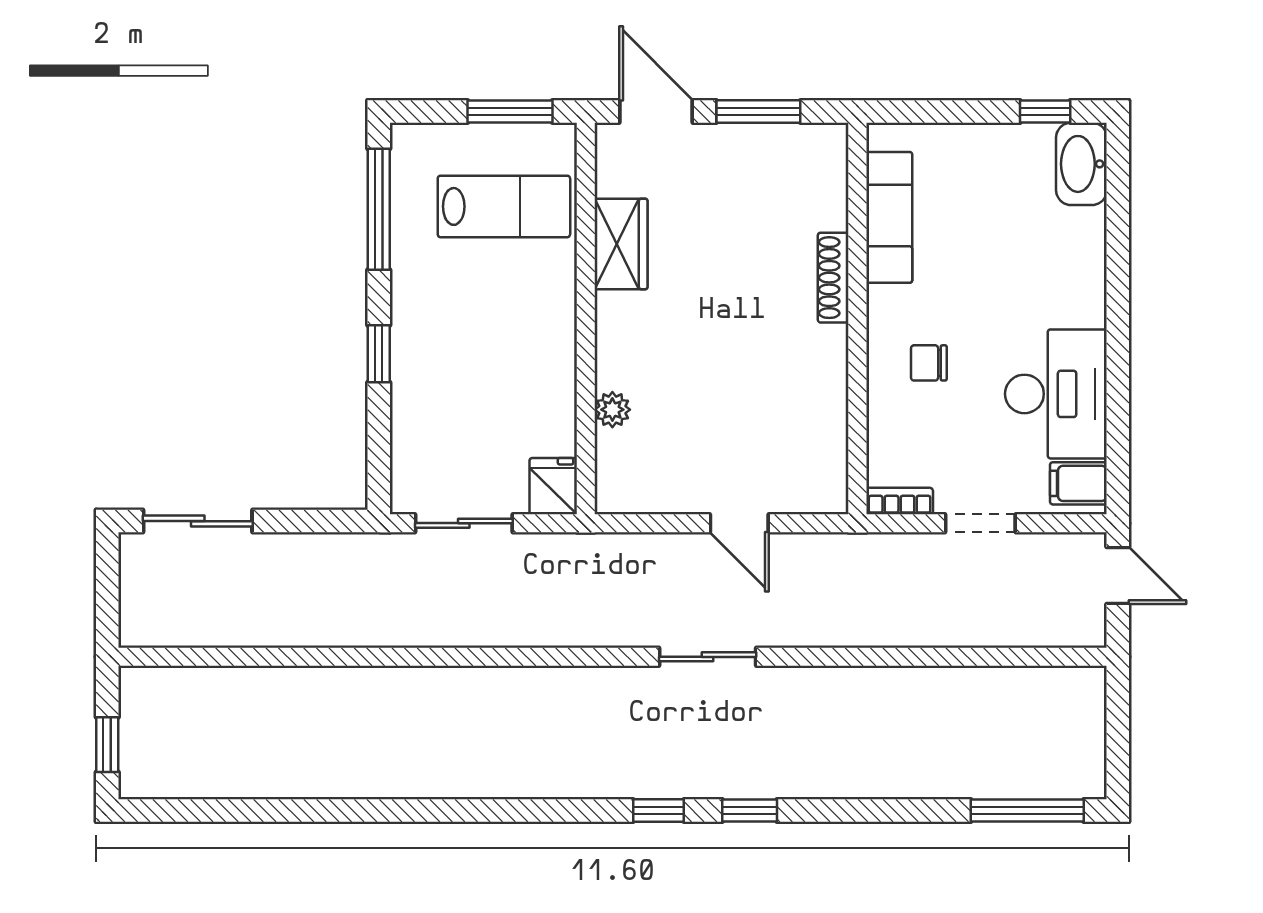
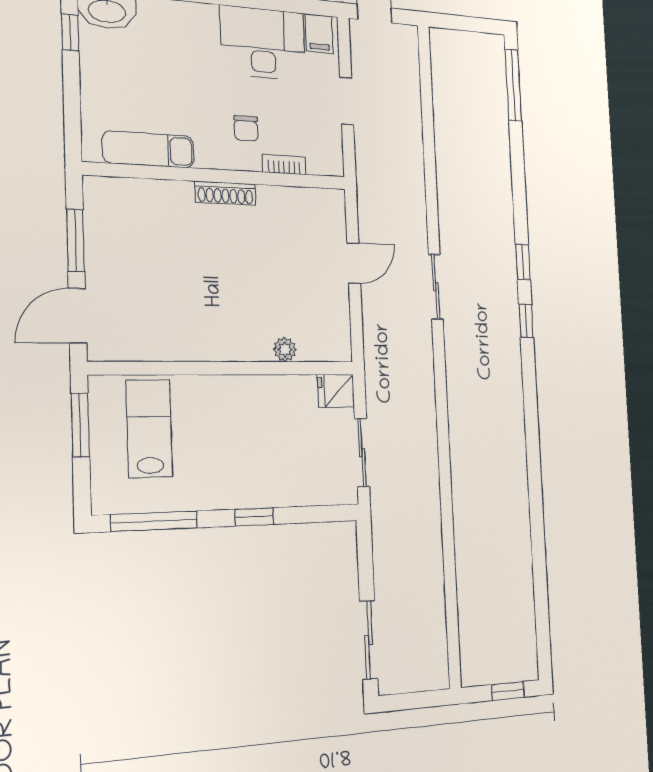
wardrobe: (621, 244) -> (173, 343), removed
shoe rack: (833, 278) -> (225, 193), moved
bookcase: (900, 501) -> (284, 164), moved, turned 90

